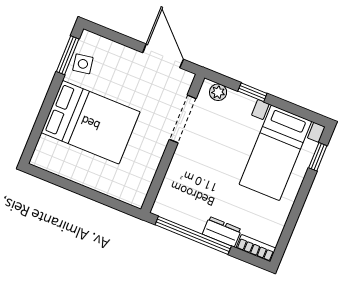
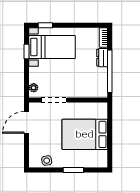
window: (68, 55) -> (73, 170), moved
window: (252, 92) -> (27, 52), moved
bed: (91, 122) -> (85, 134), moved, turned -90

